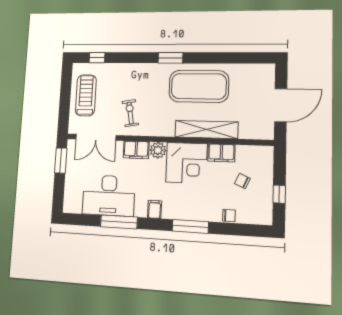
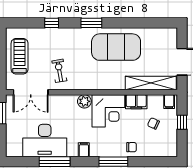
window: (97, 58) -> (52, 23), moved
shelving: (206, 130) -> (151, 83), moved
filing cabinet: (136, 150) -> (169, 102), moved, width x0.50
window: (279, 194) -> (182, 122), moved
chair: (229, 215) -> (131, 147), moved

